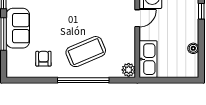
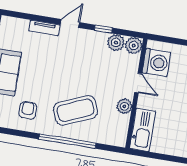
door: (137, 18) -> (138, 83), hinge flipped
plant: (129, 70) -> (124, 106), moved

